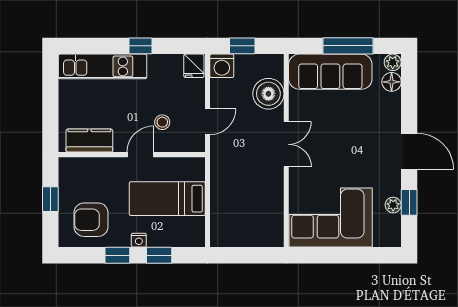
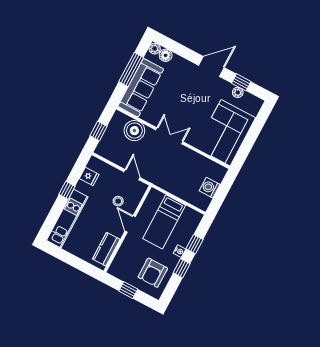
fridge: (194, 66) -> (89, 176), moved
washing machine: (222, 66) -> (210, 188), moved, turned 180

